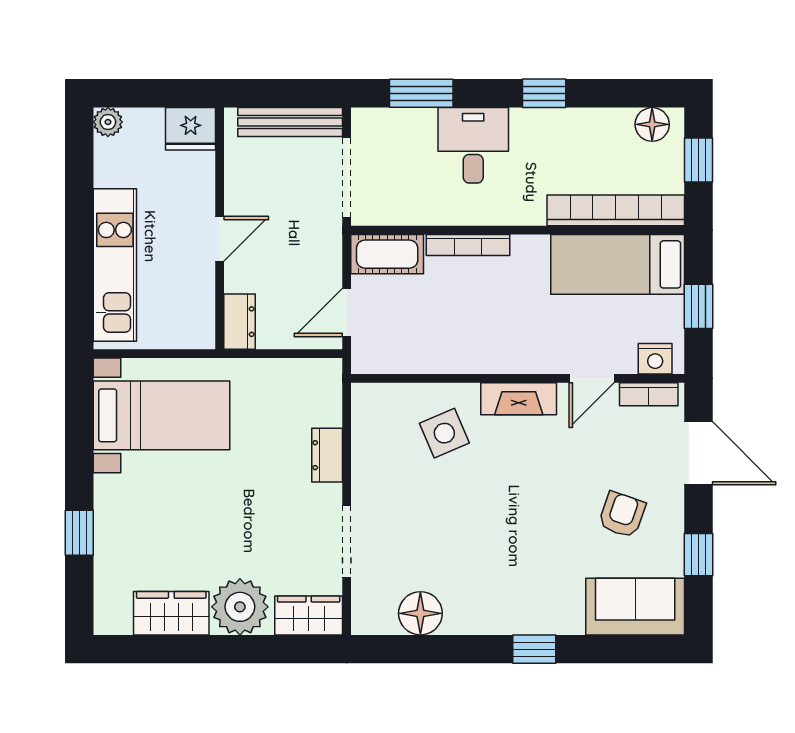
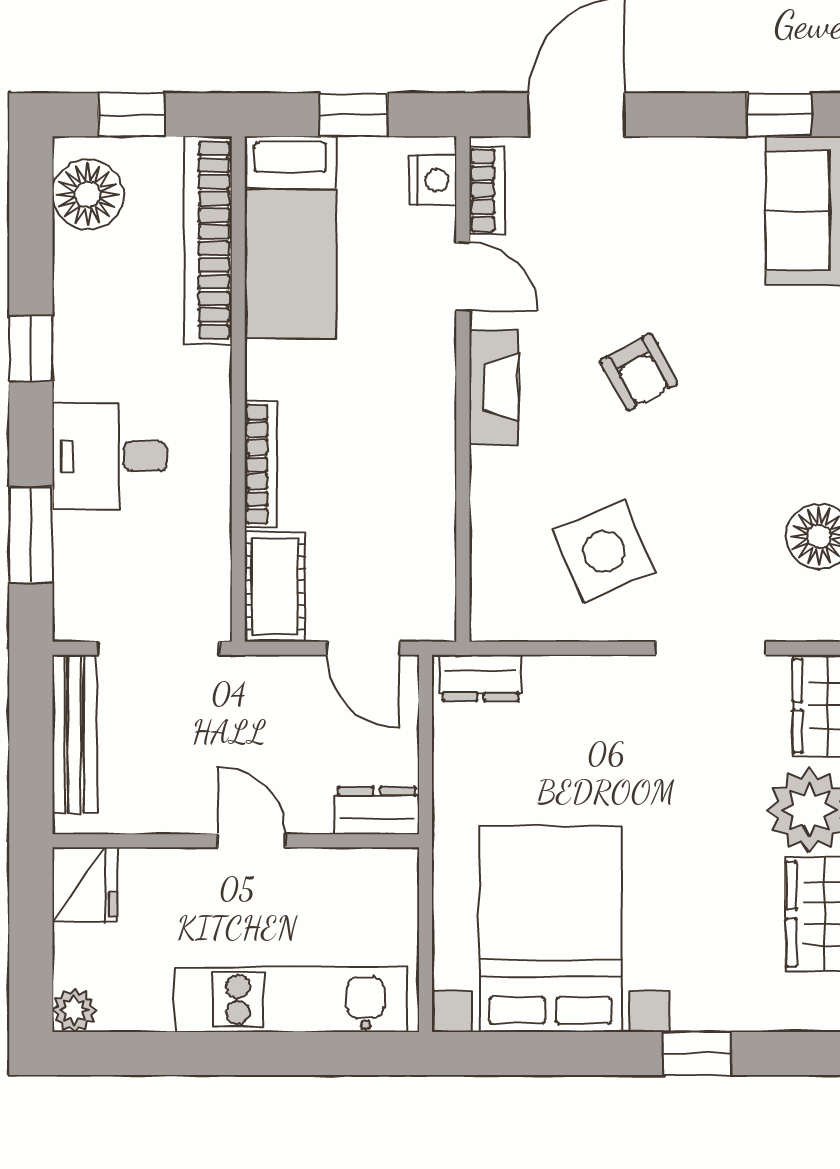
floor lamp: (652, 124) -> (88, 195), width x1.38, depth x1.38
bed with nightstands: (161, 415) -> (551, 929), width x1.36
side table: (444, 433) -> (604, 551), moved, width x1.37, depth x1.37
dresser: (327, 455) -> (481, 678), moved
armchair: (622, 515) -> (639, 372), moved, turned -138
window: (699, 555) -> (779, 115), moved

